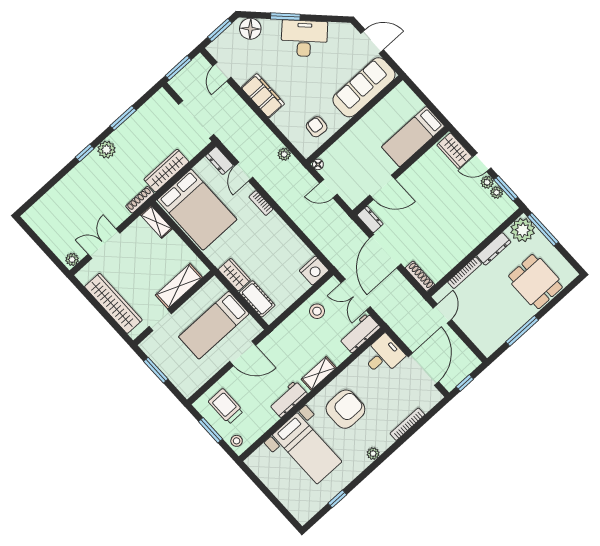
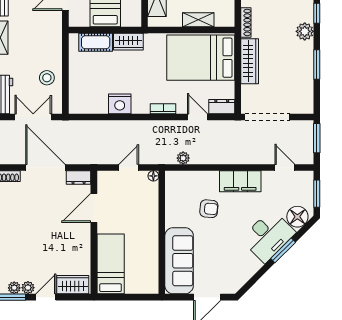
desk: (304, 38) -> (268, 236), moved
armchair: (317, 127) -> (209, 209), moved
shelving: (156, 222) -> (198, 20), moved
nightstand: (314, 270) -> (120, 104), moved, turned -90

